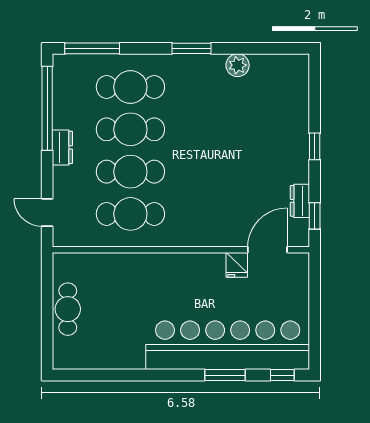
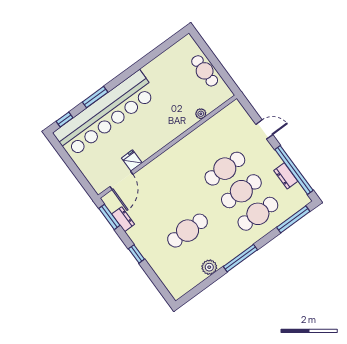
window: (191, 48) -> (240, 258), width x1.44
dresser: (62, 147) -> (286, 176), moved
door: (47, 212) -> (264, 129), moved
cafe table: (130, 214) -> (188, 231), moved
window: (315, 216) -> (109, 217), width x1.50
plant: (111, 260) -> (201, 114), added

